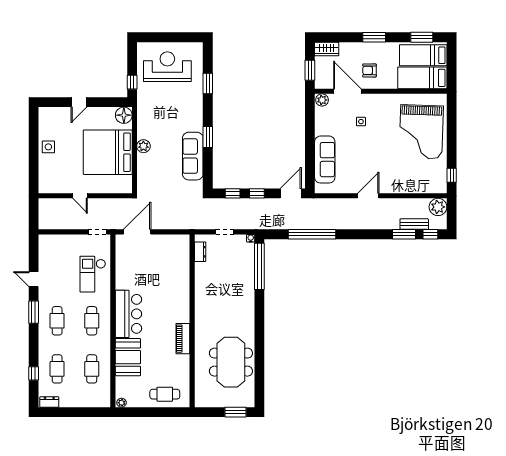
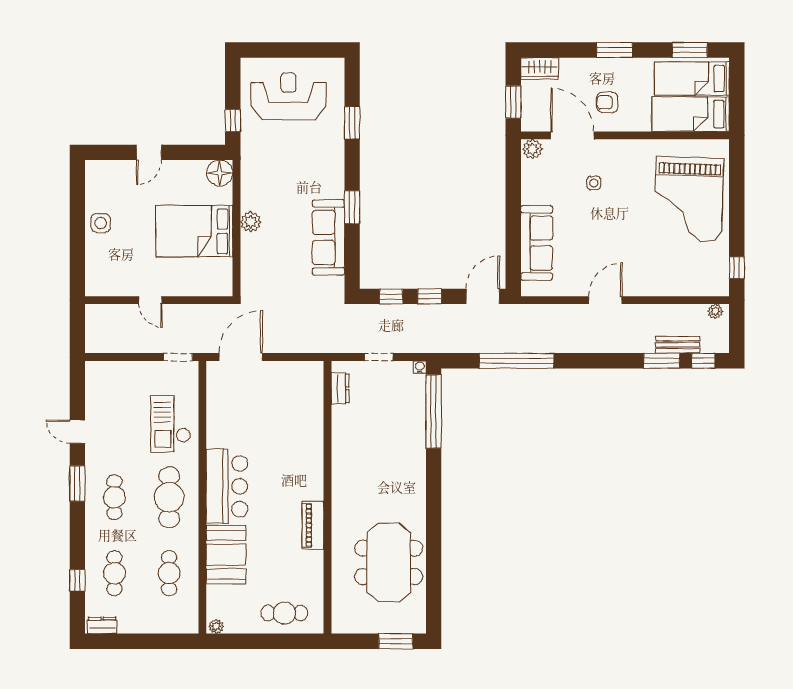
bed: (108, 152) -> (194, 231), width x0.73
plant: (438, 207) -> (715, 311), width x0.53, depth x0.53
cafe table: (92, 321) -> (169, 497), width x1.37, depth x1.35

